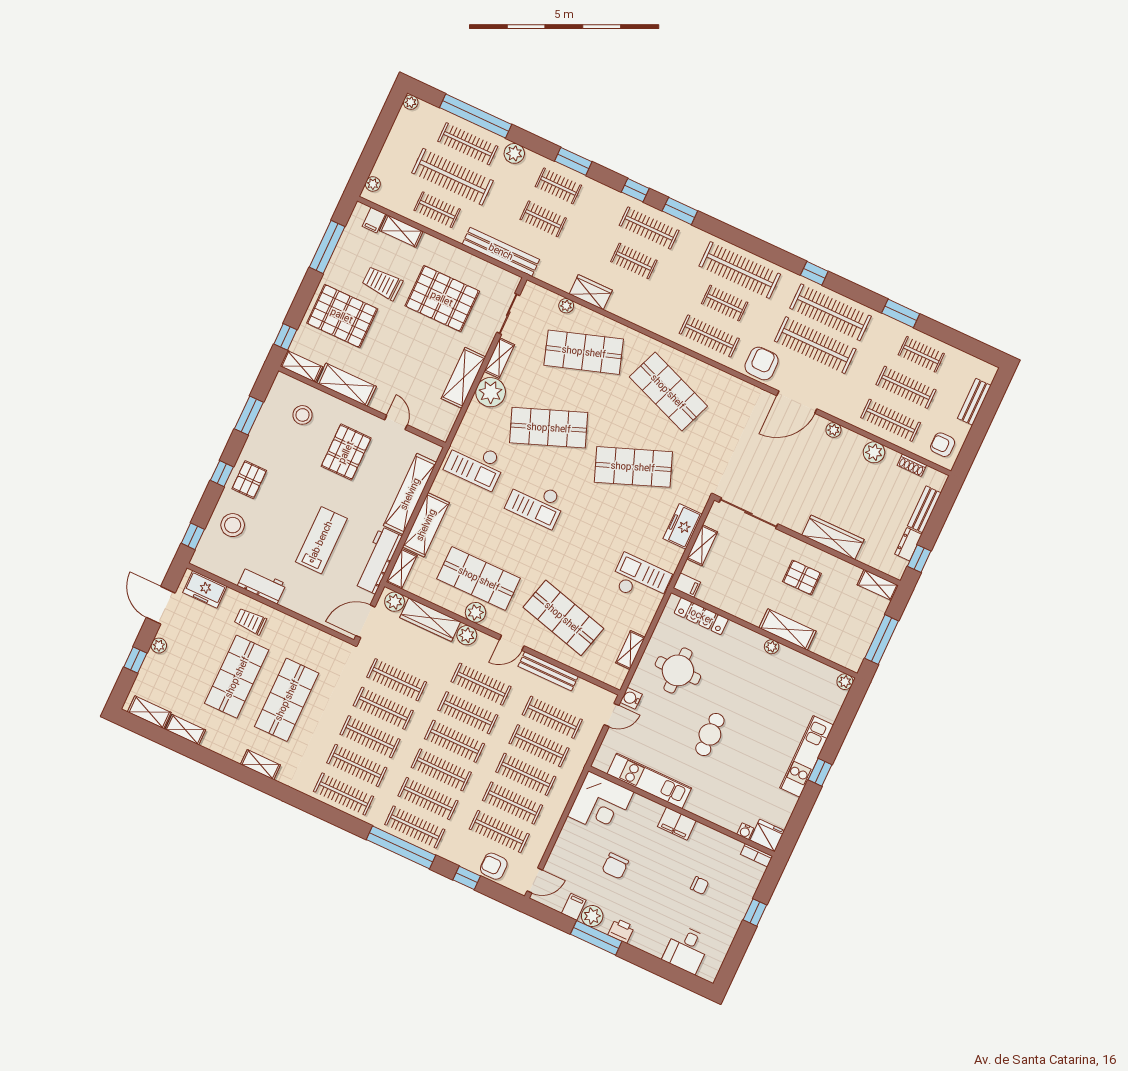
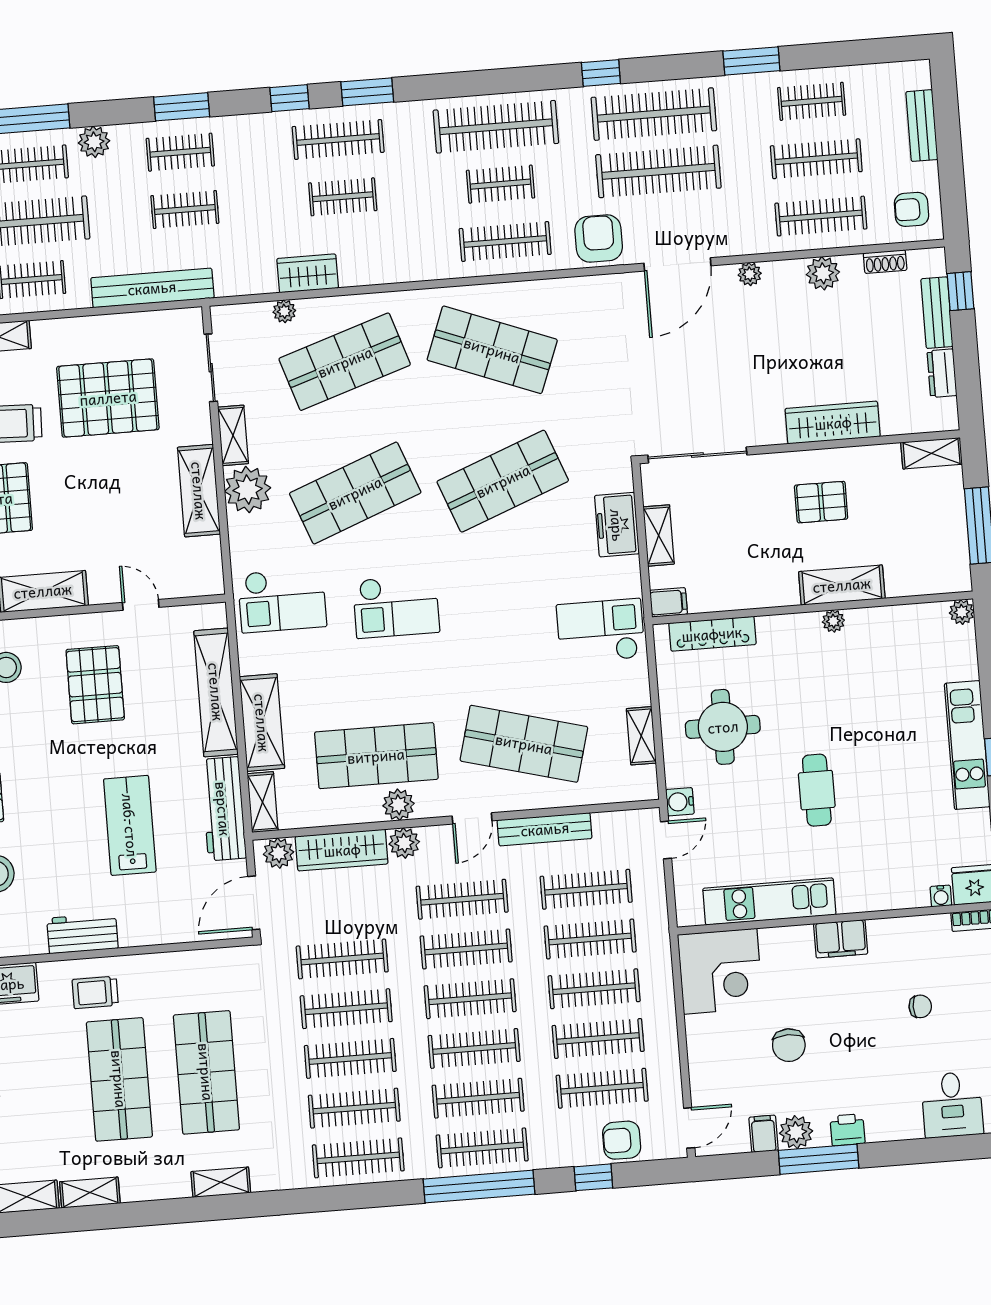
window: (919, 559) -> (961, 291), moved

